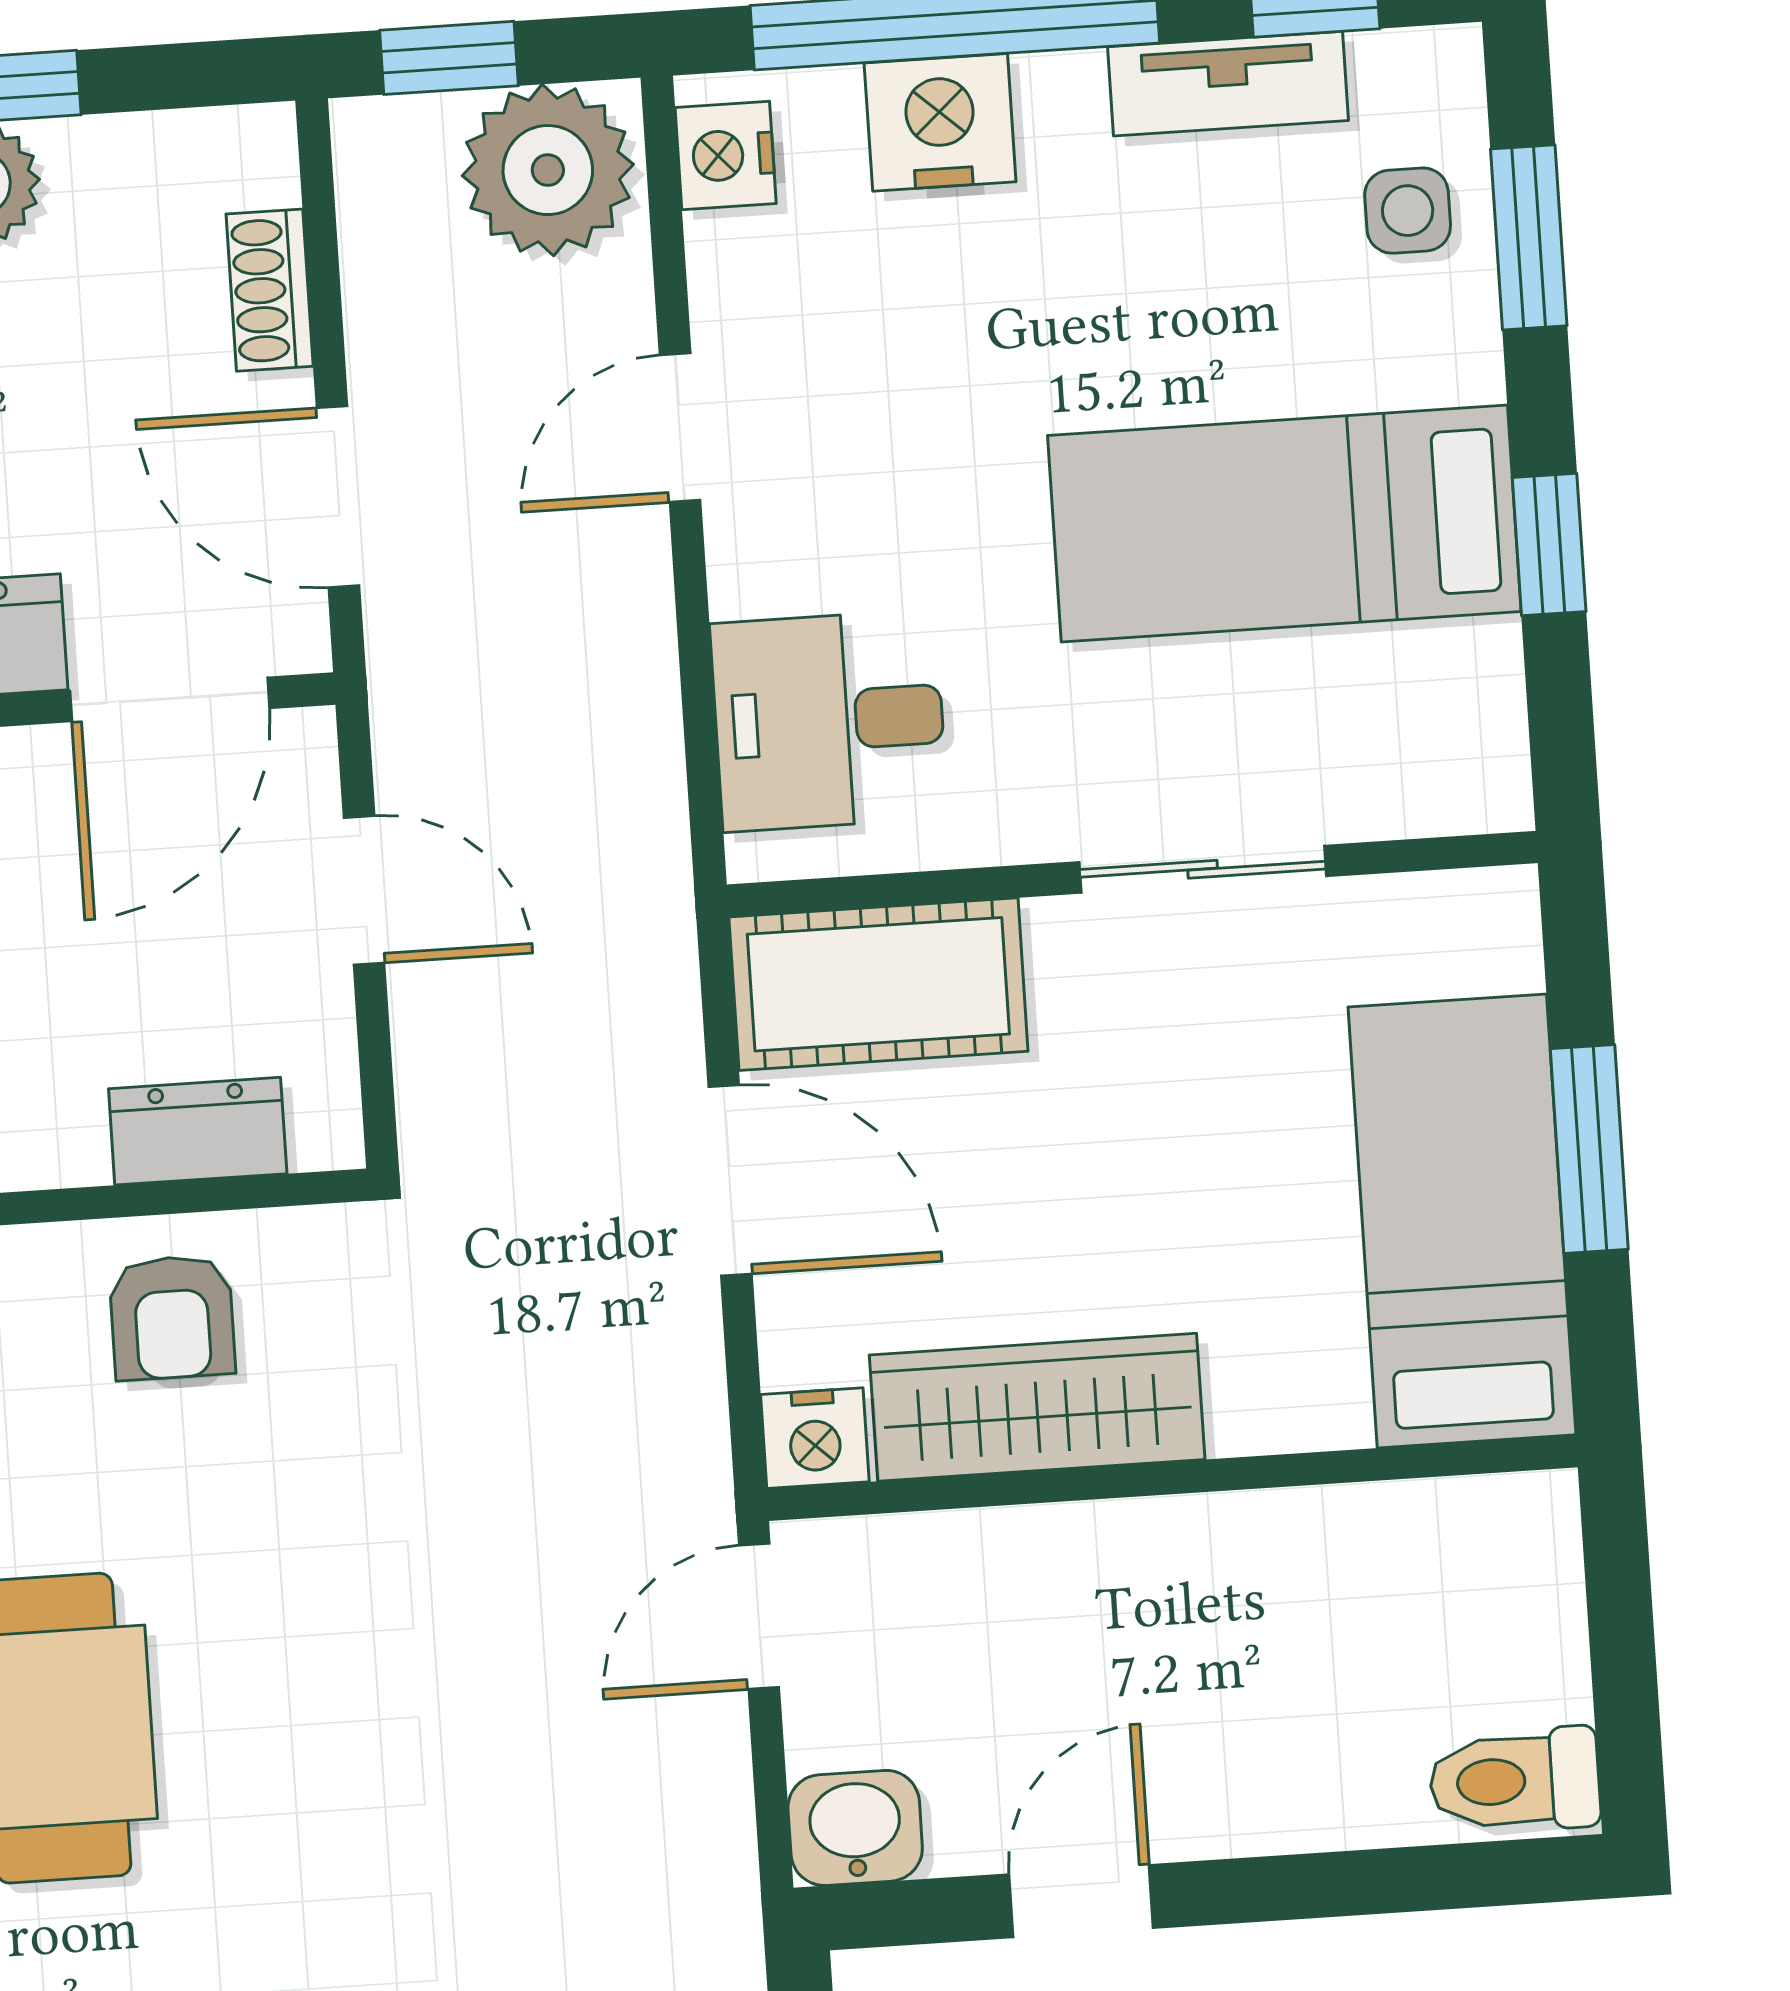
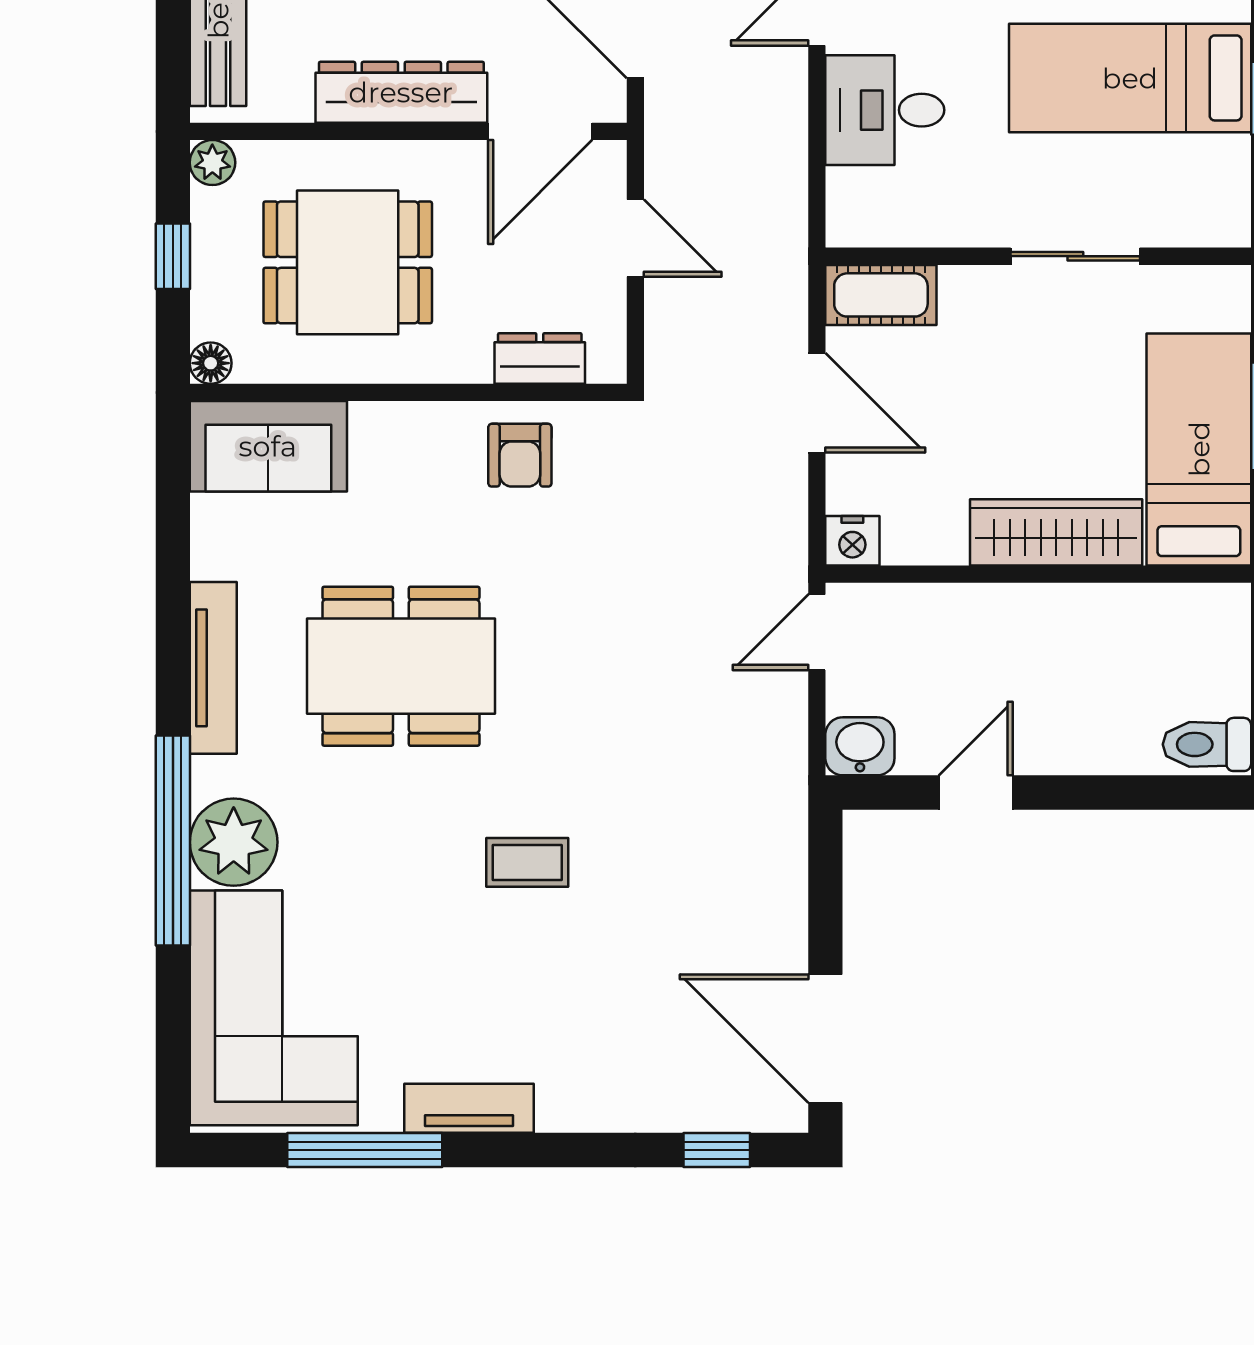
desk: (829, 721) -> (885, 110), moved
cot: (878, 984) -> (881, 295), width x0.73, depth x0.75
wardrobe: (1037, 1407) -> (1056, 532), moved

